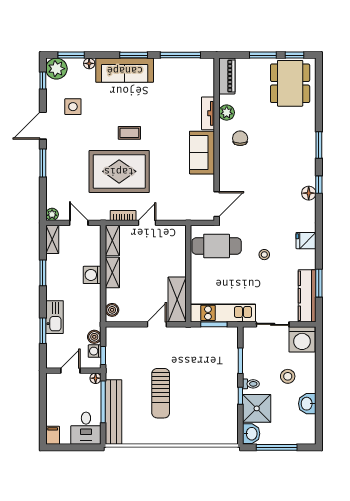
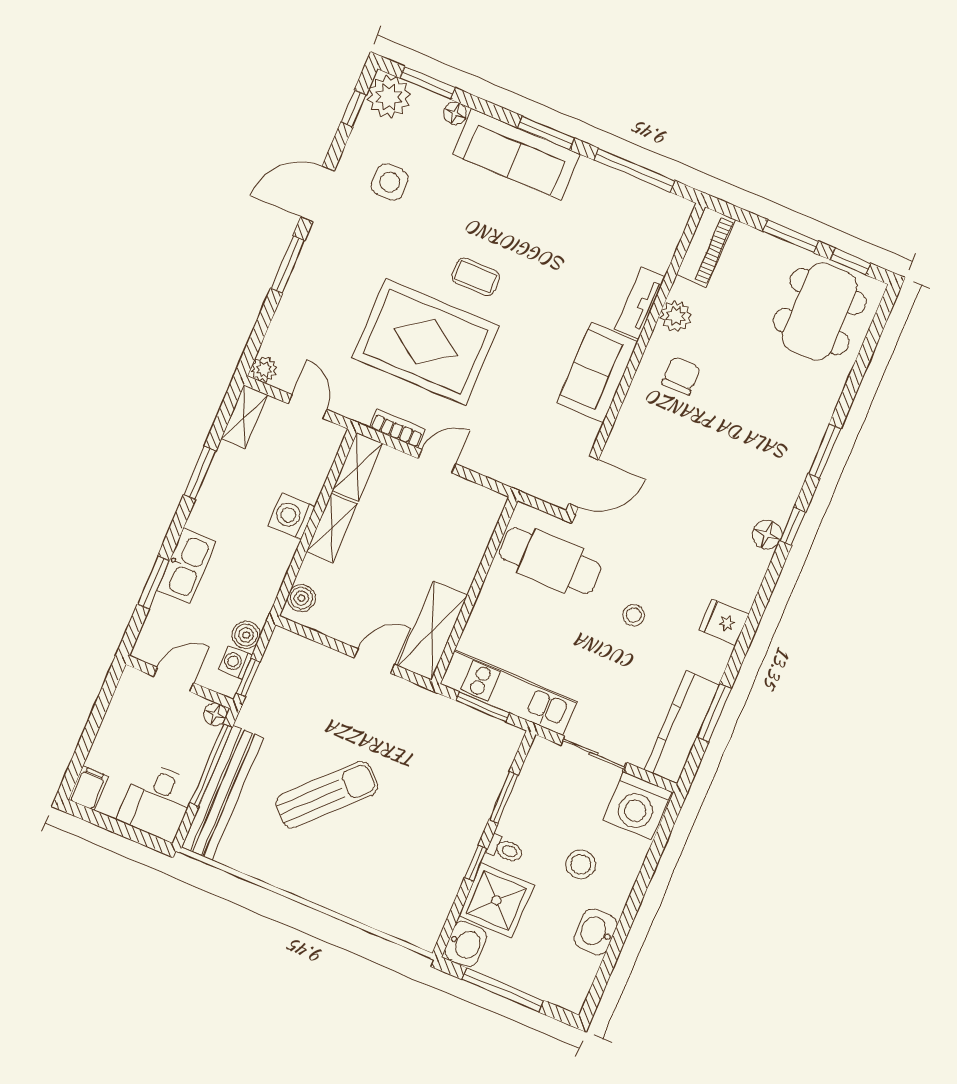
sun lounger: (161, 393) -> (327, 795), turned -136

